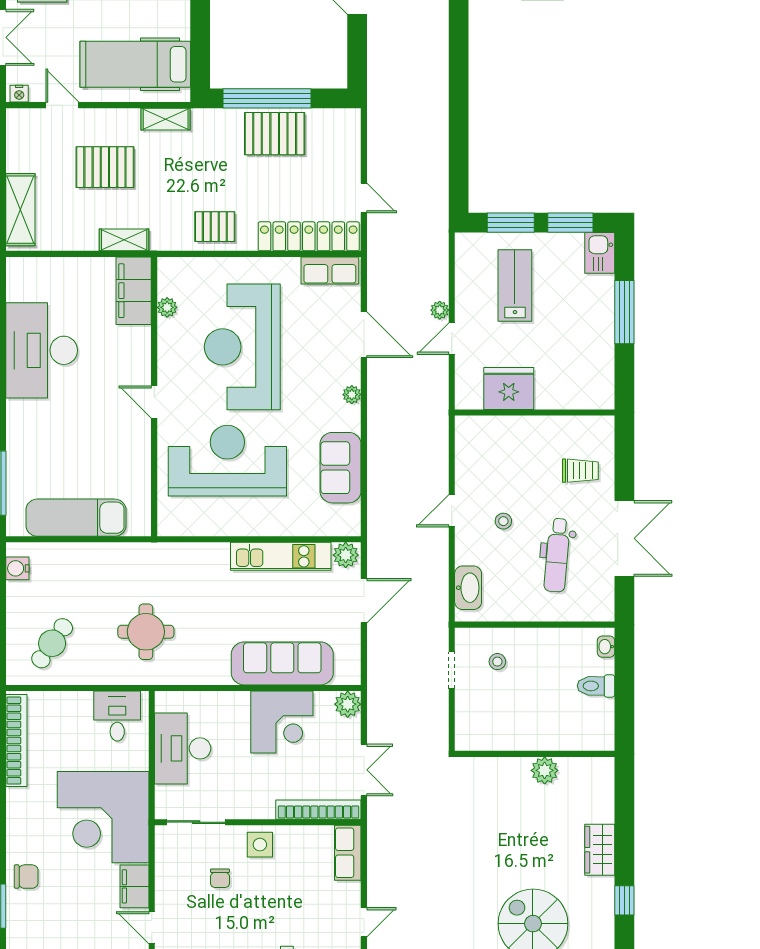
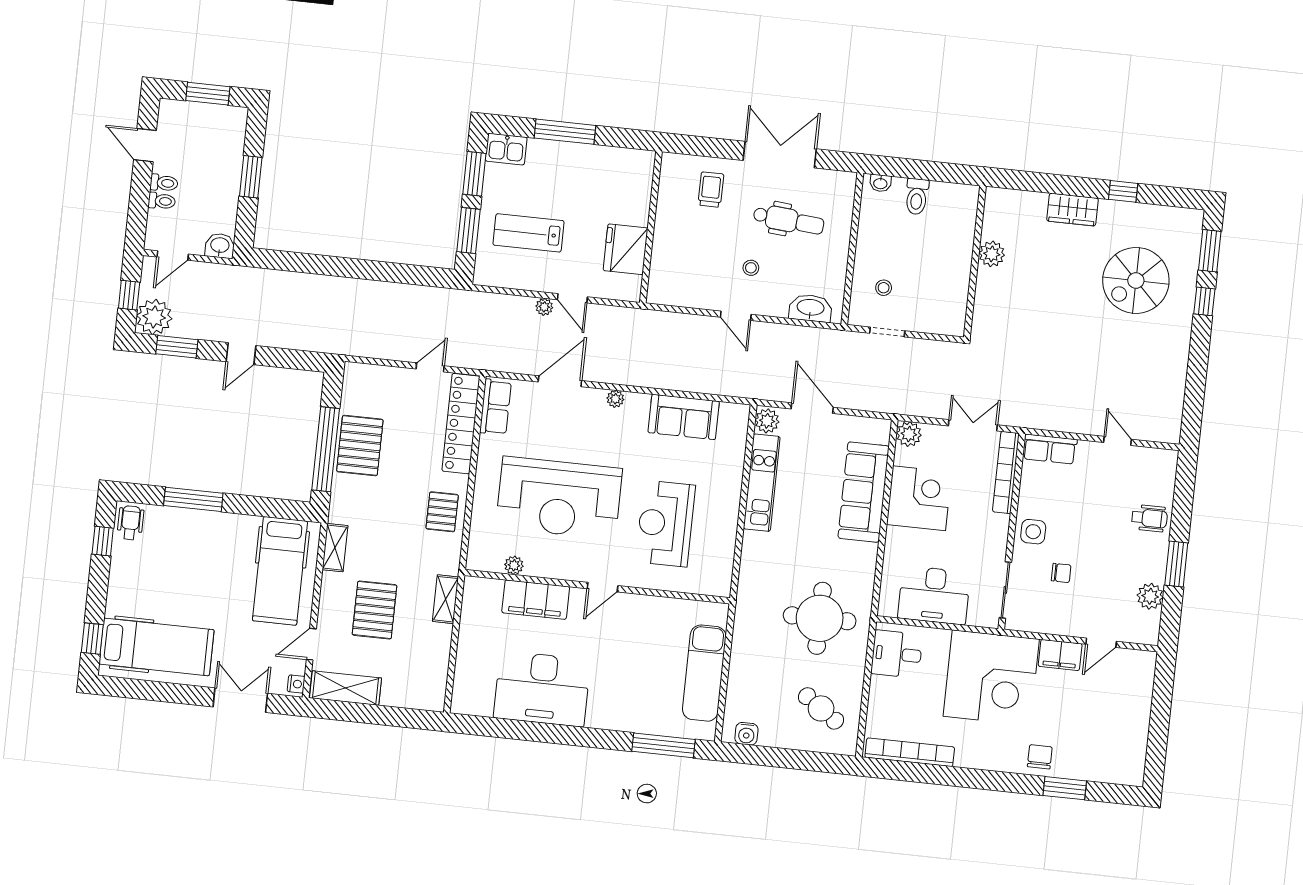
shelving: (20, 210) -> (346, 688), moved
filing cabinet: (134, 291) -> (536, 600), moved
reception desk: (227, 461) -> (665, 524), width x0.74, depth x0.77
round table: (146, 632) -> (820, 618), width x1.36, depth x1.36

